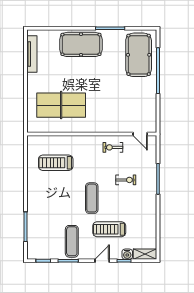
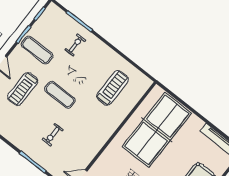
table tennis table: (61, 105) -> (157, 130), width x1.36, depth x1.32
exercise bike: (113, 147) -> (75, 45), moved
treadmill: (109, 229) -> (23, 89), turned 180

